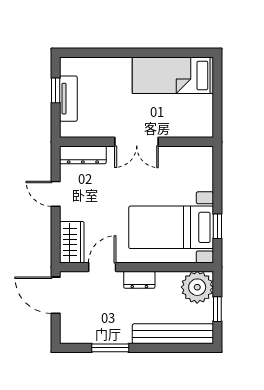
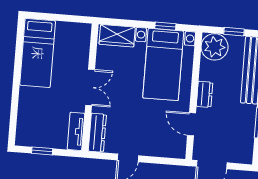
tv unit: (68, 99) -> (76, 131), moved, turned -90
wardrobe: (72, 242) -> (117, 36), moved, turned 180

